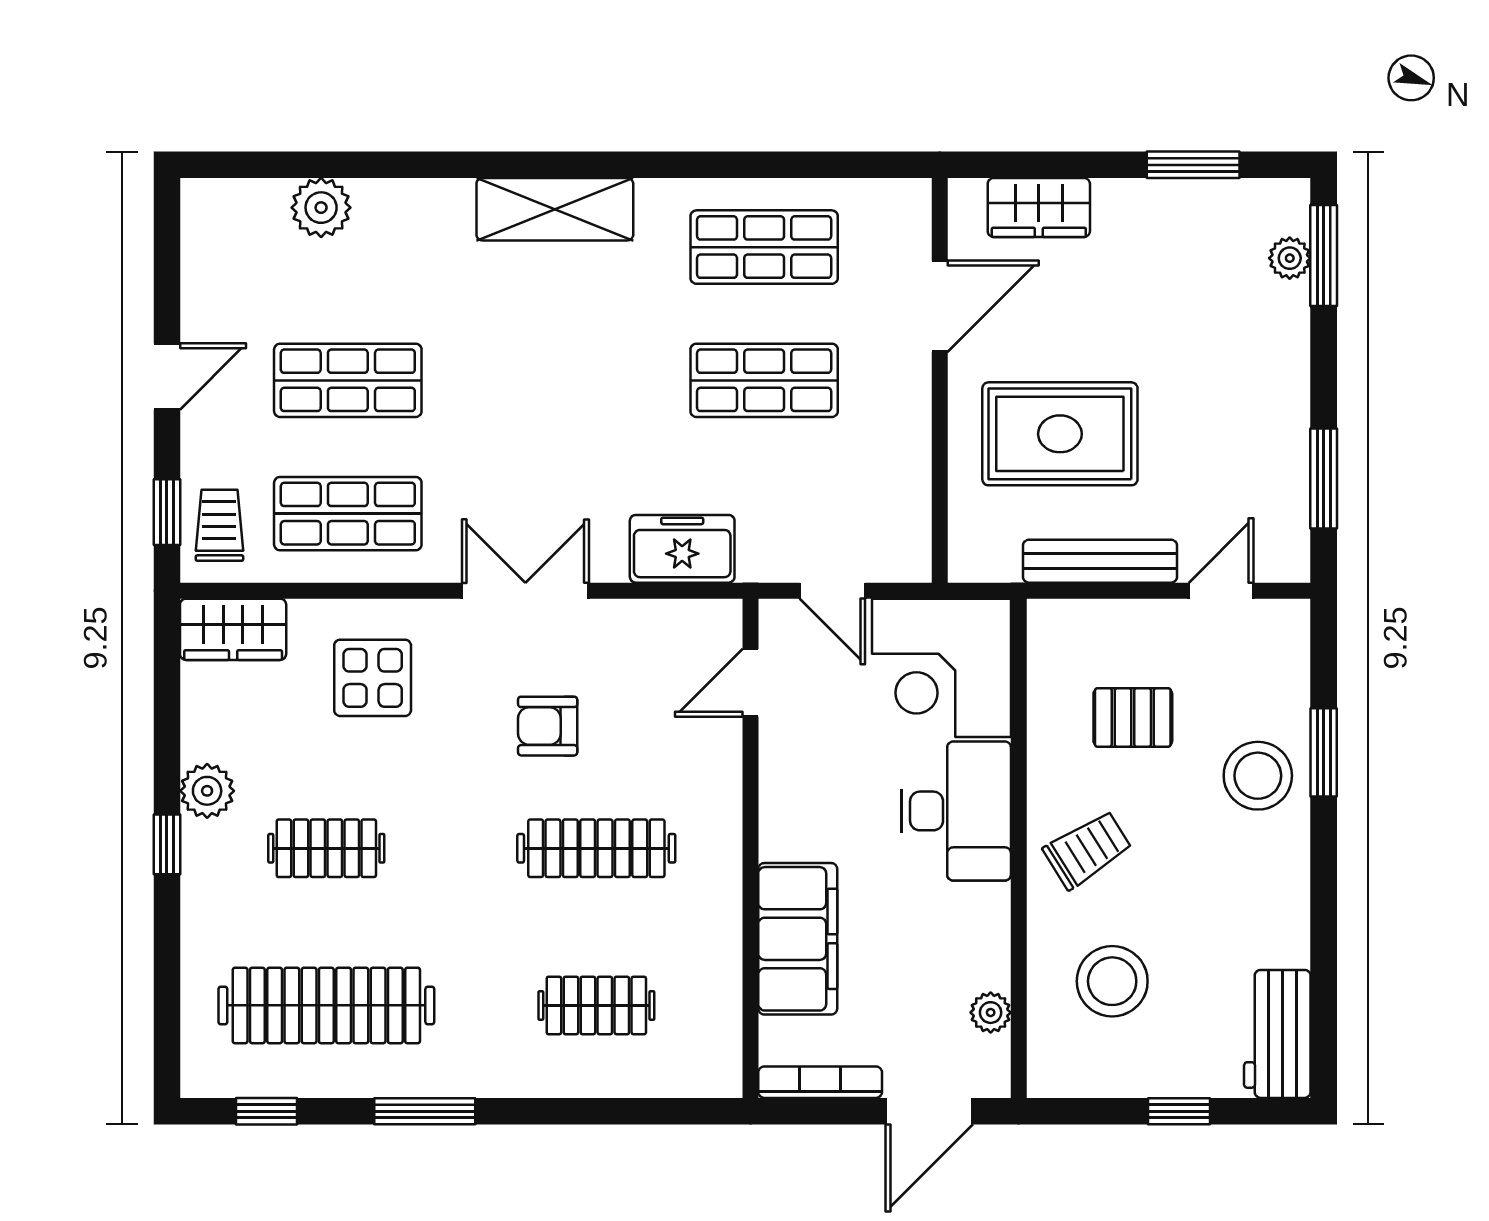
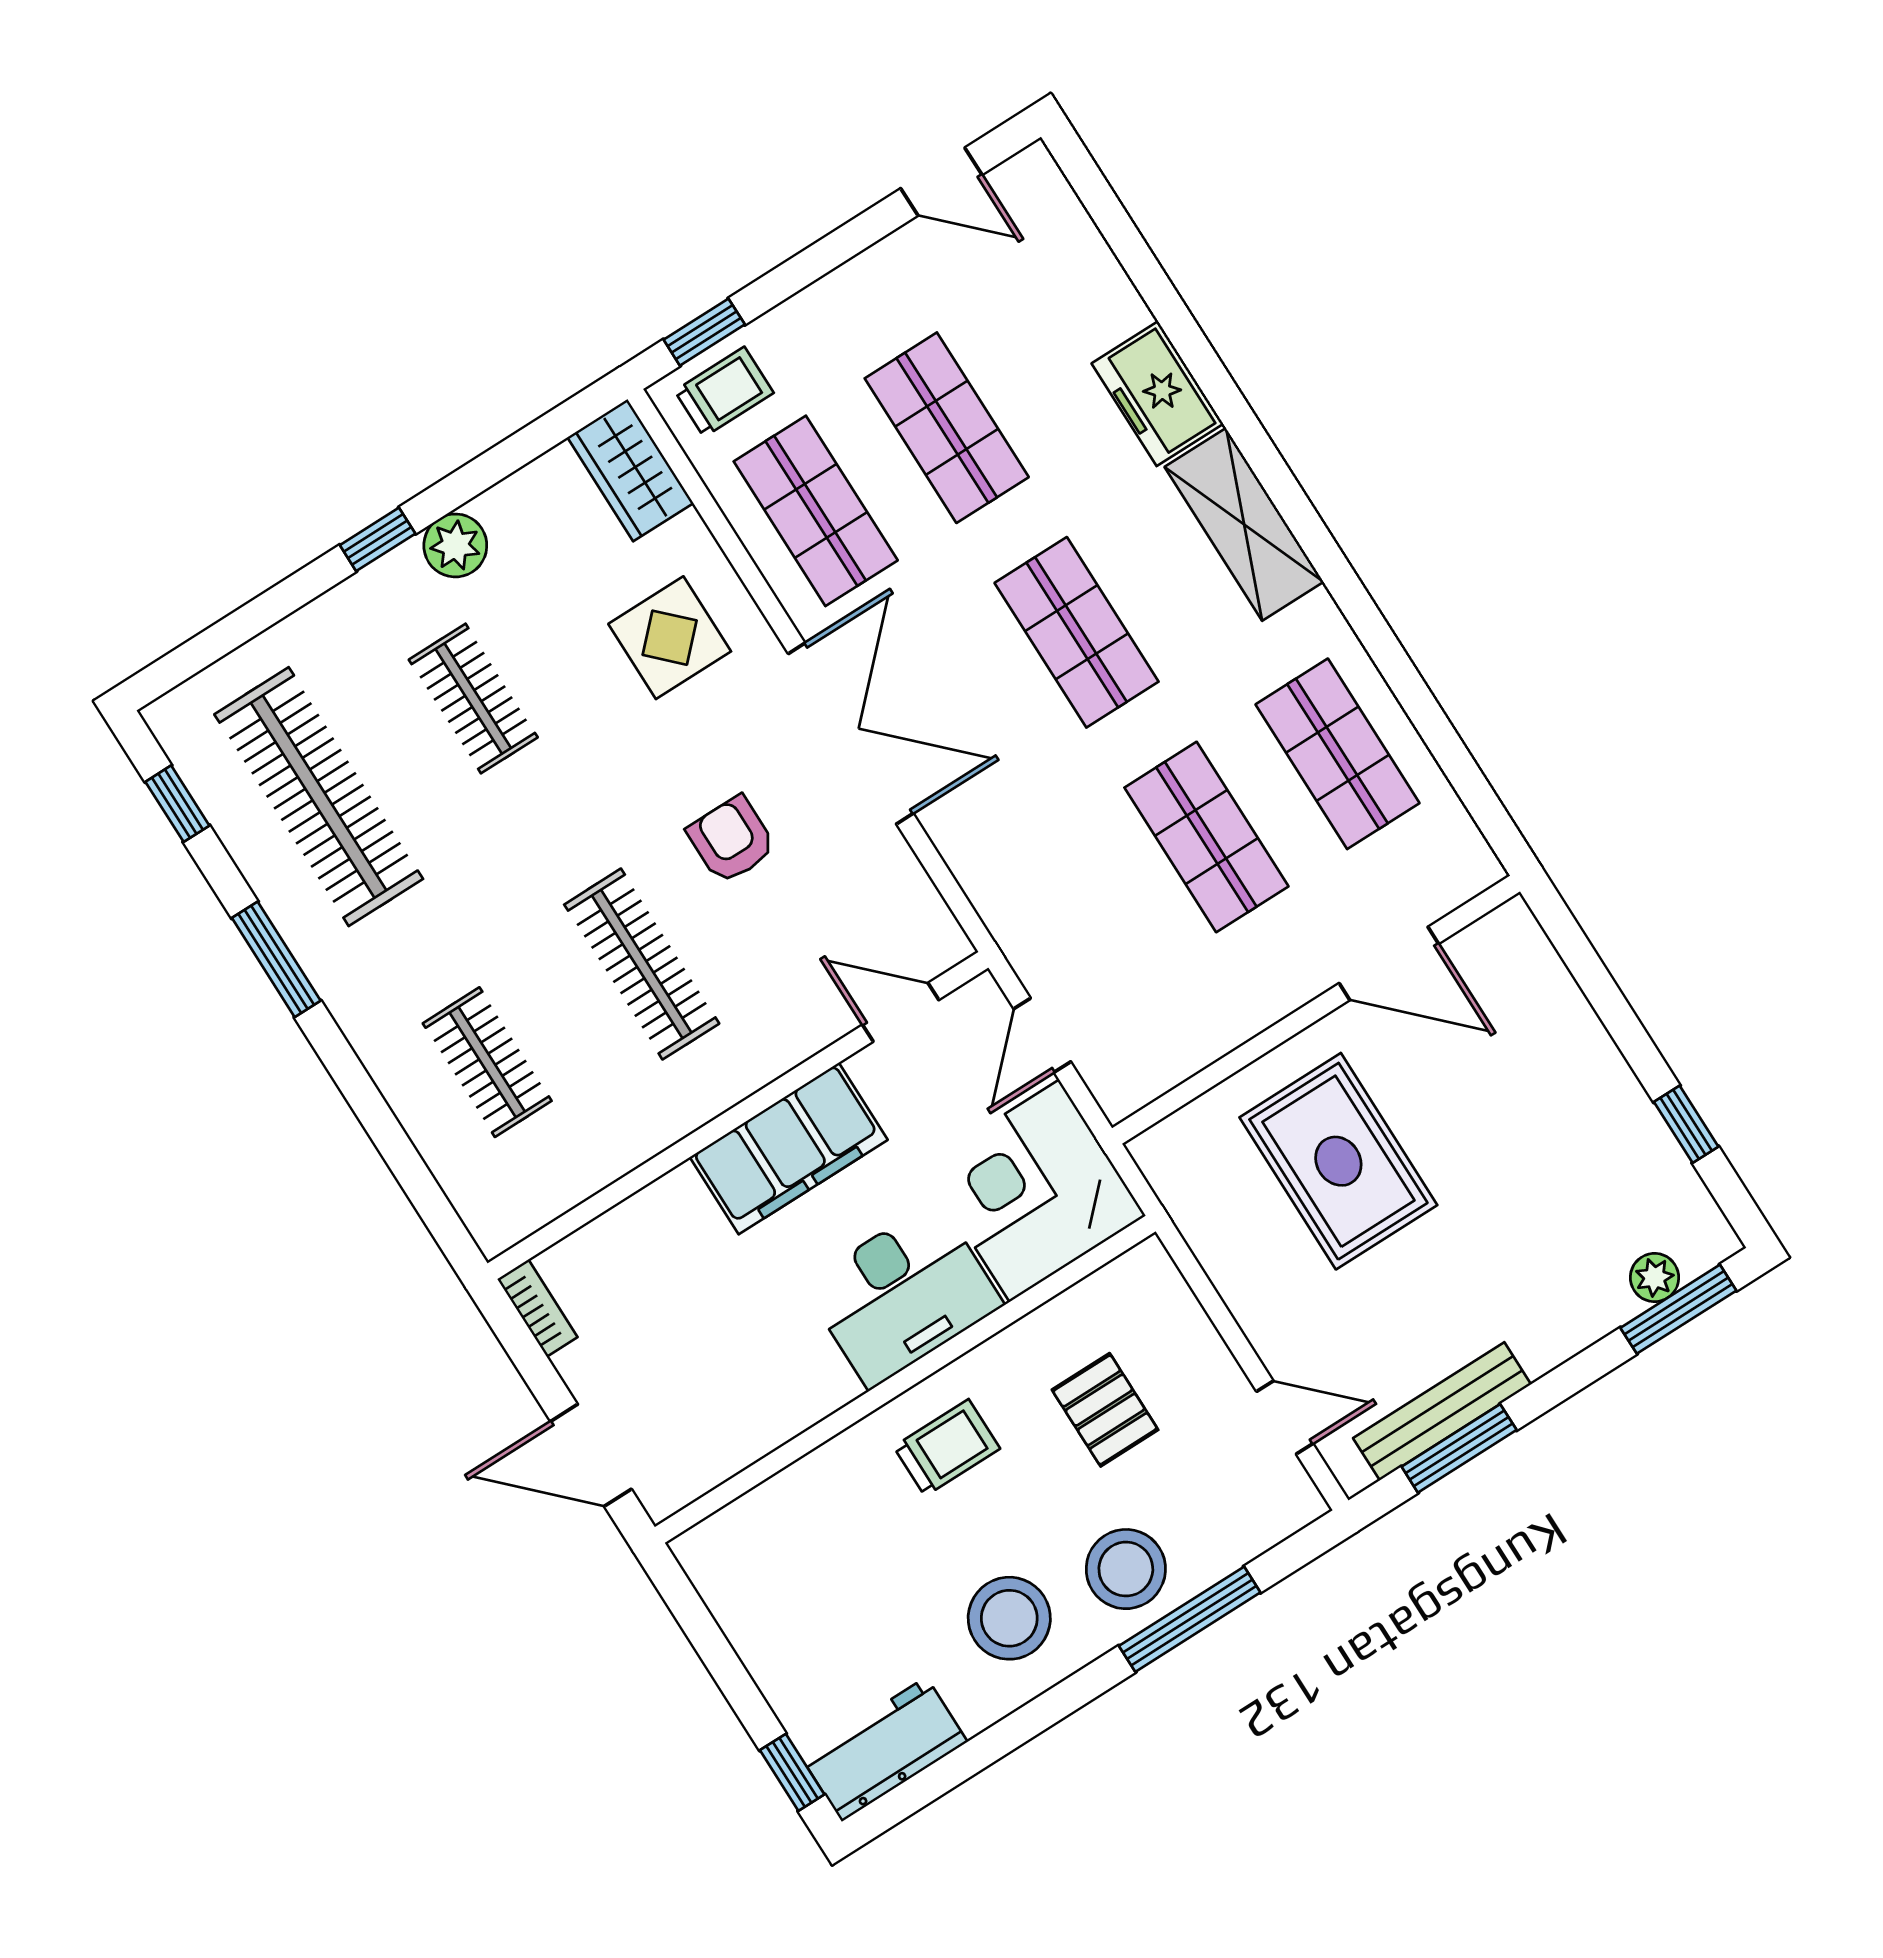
window: (1193, 165) -> (1686, 1124), width x0.67
wardrobe: (1039, 207) -> (1548, 999), removed
plant: (321, 208) -> (1100, 294), removed
door: (167, 376) -> (941, 182), moved
shop shelf: (556, 380) -> (1077, 632), added
freezer: (682, 549) -> (1157, 394), moved, turned 180
bench: (1100, 561) -> (1442, 1411), moved, turned 90
double door: (525, 591) -> (851, 734), width x1.37
window: (1324, 752) -> (1190, 1619), width x1.44
trolley: (1087, 850) -> (947, 1448), turned -58
filing cabinet: (798, 939) -> (789, 1148), moved
stool: (1112, 981) -> (1009, 1618), moved
plant: (991, 1013) -> (726, 1454), removed
bookcase: (820, 1082) -> (537, 1308), width x0.64
window: (1179, 1111) -> (792, 1772), moved

